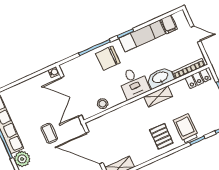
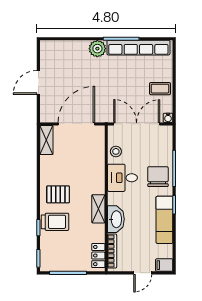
filing cabinet: (169, 24) -> (164, 265), moved
desk: (134, 83) -> (122, 178), moved
coffee table: (49, 133) -> (160, 89), moved

